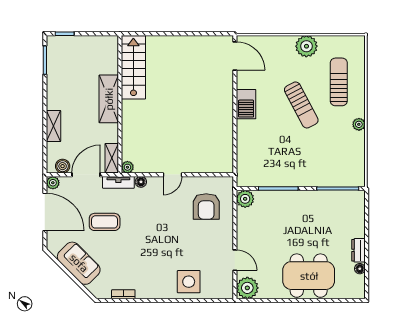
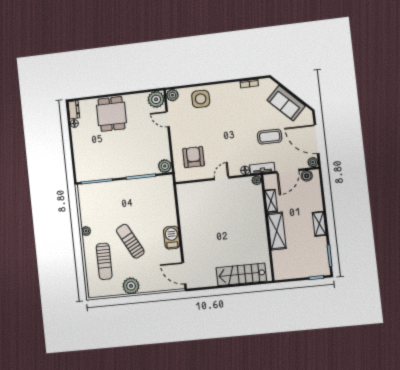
stairs: (133, 67) -> (241, 274), moved, turned 90
shelving: (53, 126) -> (319, 224), moved
shelving: (112, 158) -> (271, 201), moved
dresser: (358, 250) -> (74, 110), moved
dining table: (309, 276) -> (111, 114), width x0.73
plant: (225, 291) -> (172, 95), added

